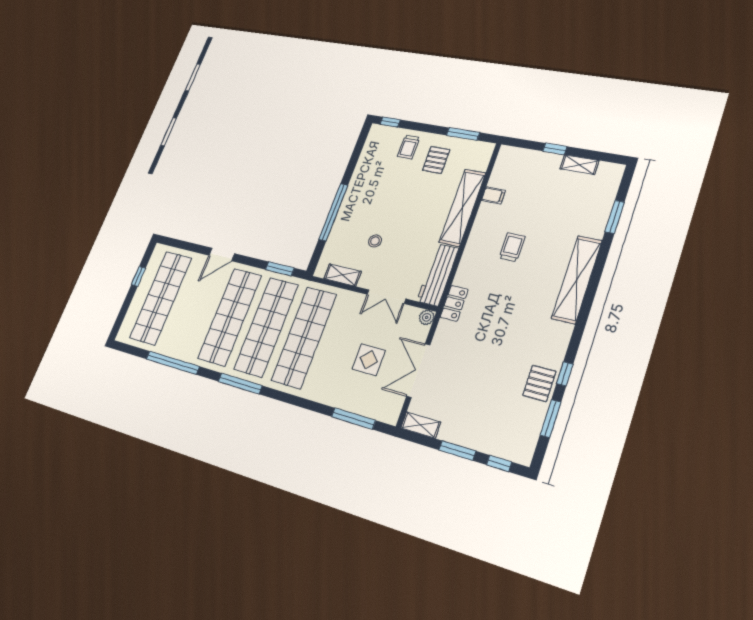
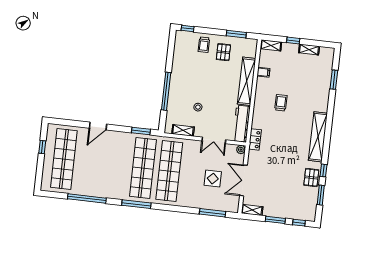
shelving: (516, 154) -> (271, 45), added
shelving: (577, 279) -> (318, 137), moved
shop shelf: (230, 317) -> (117, 165), removed

